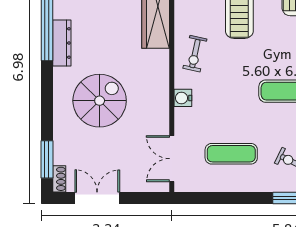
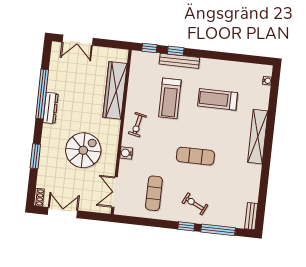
spiral stairs: (100, 101) -> (83, 150), moved
exercise mat: (231, 154) -> (154, 193), turned 90
window: (47, 159) -> (35, 156), moved

